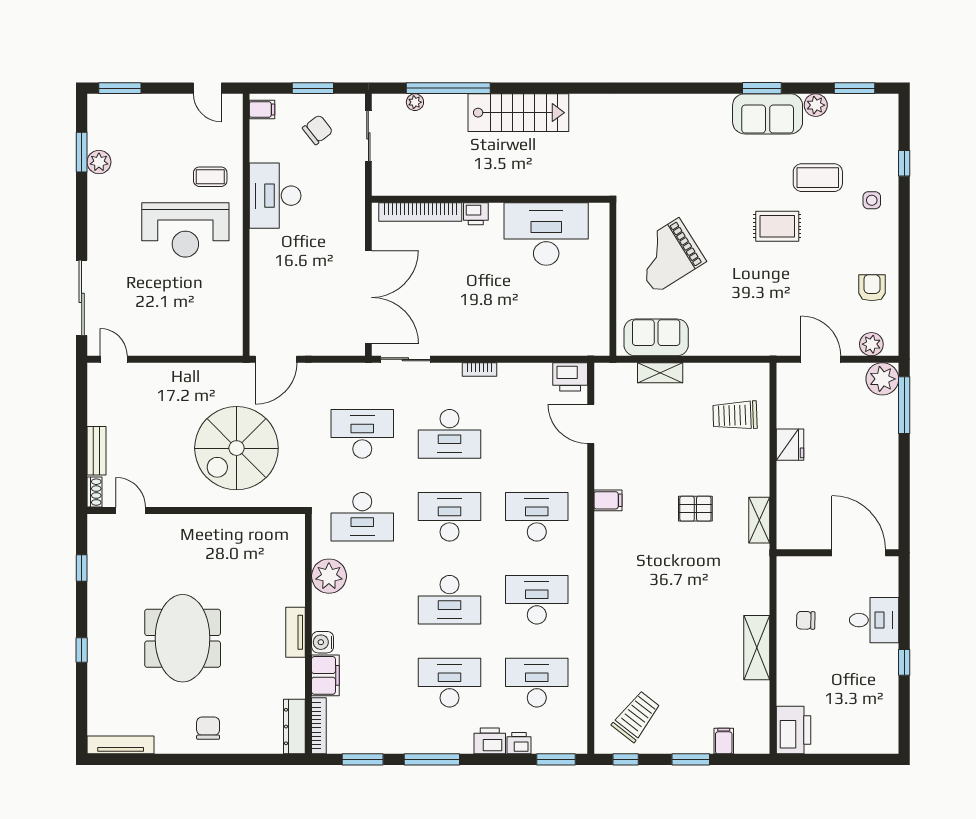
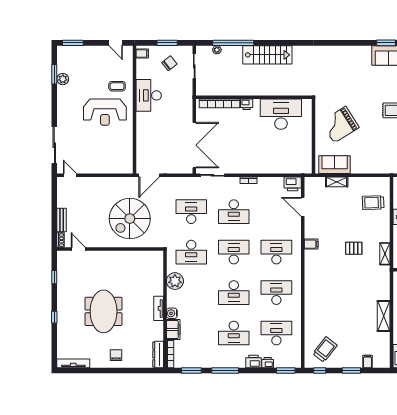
desk: (450, 683) -> (234, 333), turned 180

